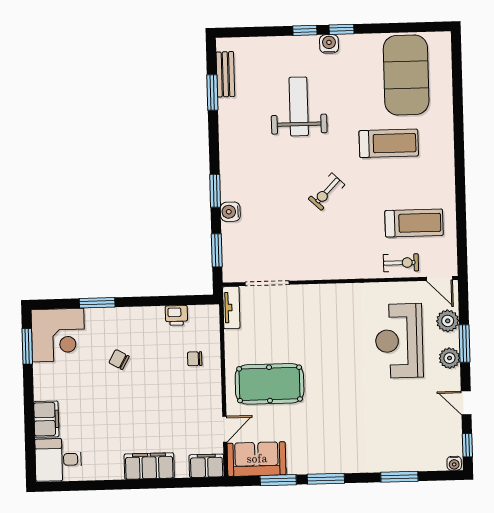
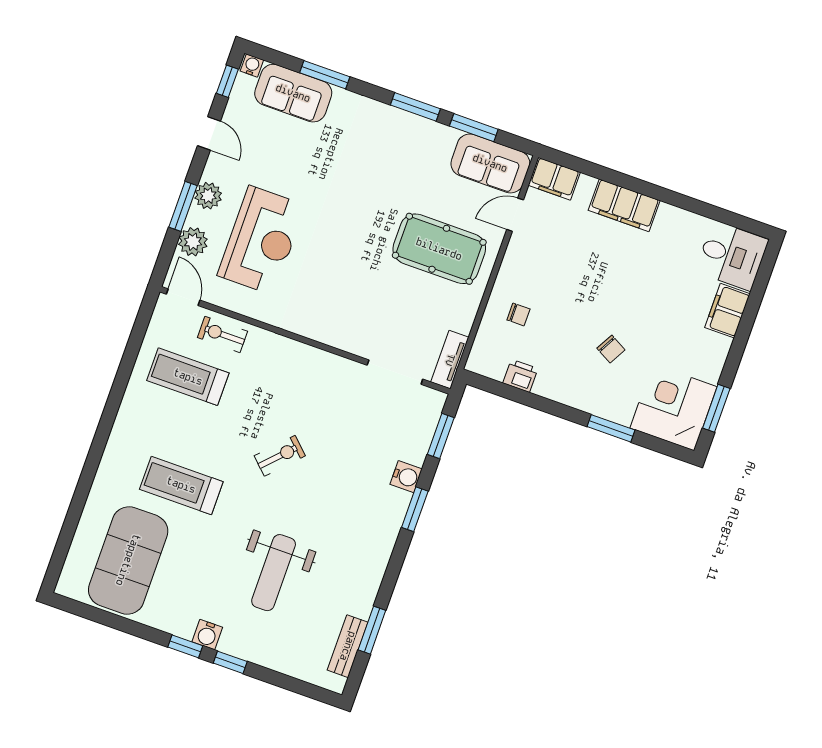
sofa: (417, 455) -> (293, 93), added

